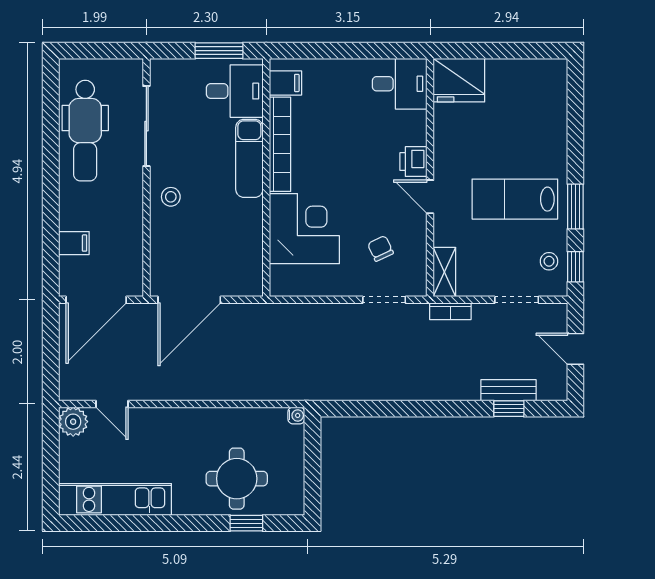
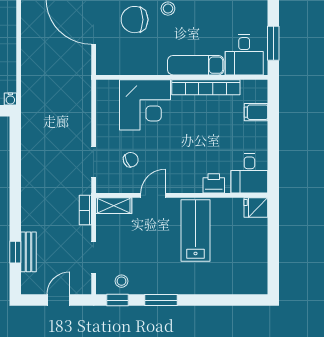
fridge: (459, 80) -> (256, 208), width x0.53, depth x0.75
filing cabinet: (285, 83) -> (256, 112), moved, turned 90
printer: (413, 162) -> (214, 183), moved
door: (430, 197) -> (153, 195), moved
lab bench: (515, 199) -> (196, 231), moved
chair: (186, 243) -> (135, 20), added

